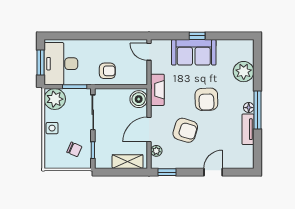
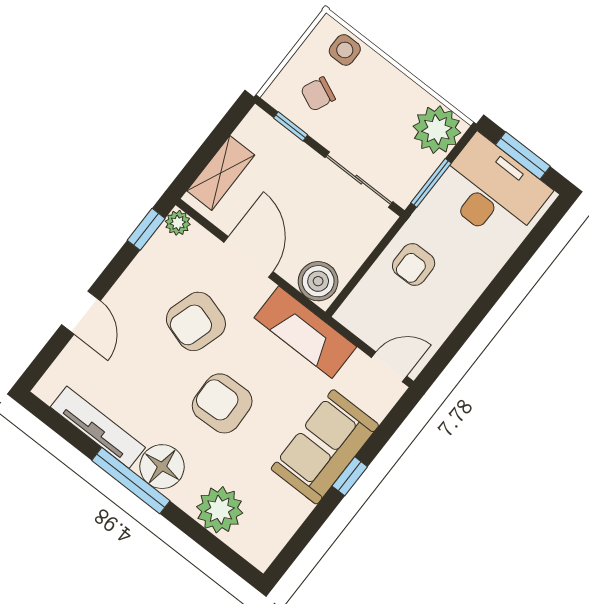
fireplace: (157, 90) -> (305, 332), width x1.37, depth x1.32
floor lamp: (249, 108) -> (162, 467), width x1.89, depth x1.89
side table: (52, 128) -> (345, 50), moved
tv unit: (248, 129) -> (98, 427), width x1.41
plant: (156, 151) -> (178, 223), moved

